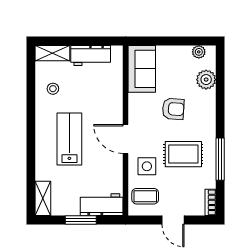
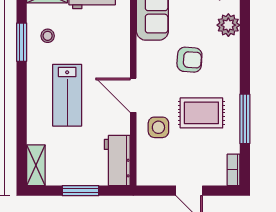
window: (31, 94) -> (22, 42), added
lab bench: (69, 139) -> (67, 95), turned 180
coffee table: (145, 196) -> (156, 163), removed
workbench: (102, 205) -> (117, 161), moved, turned -90

